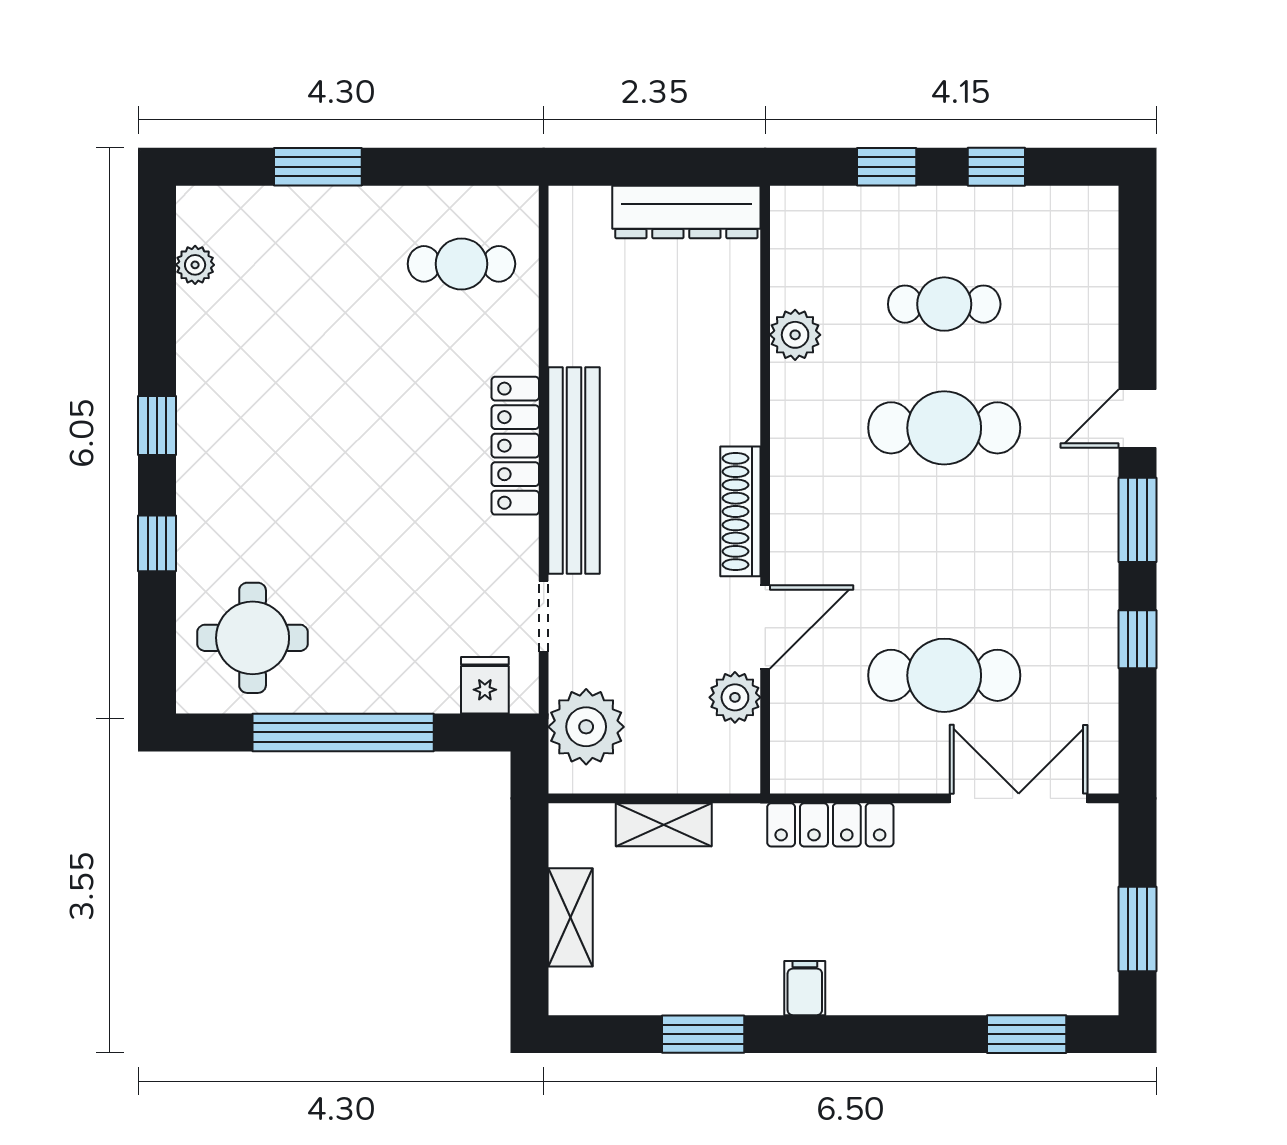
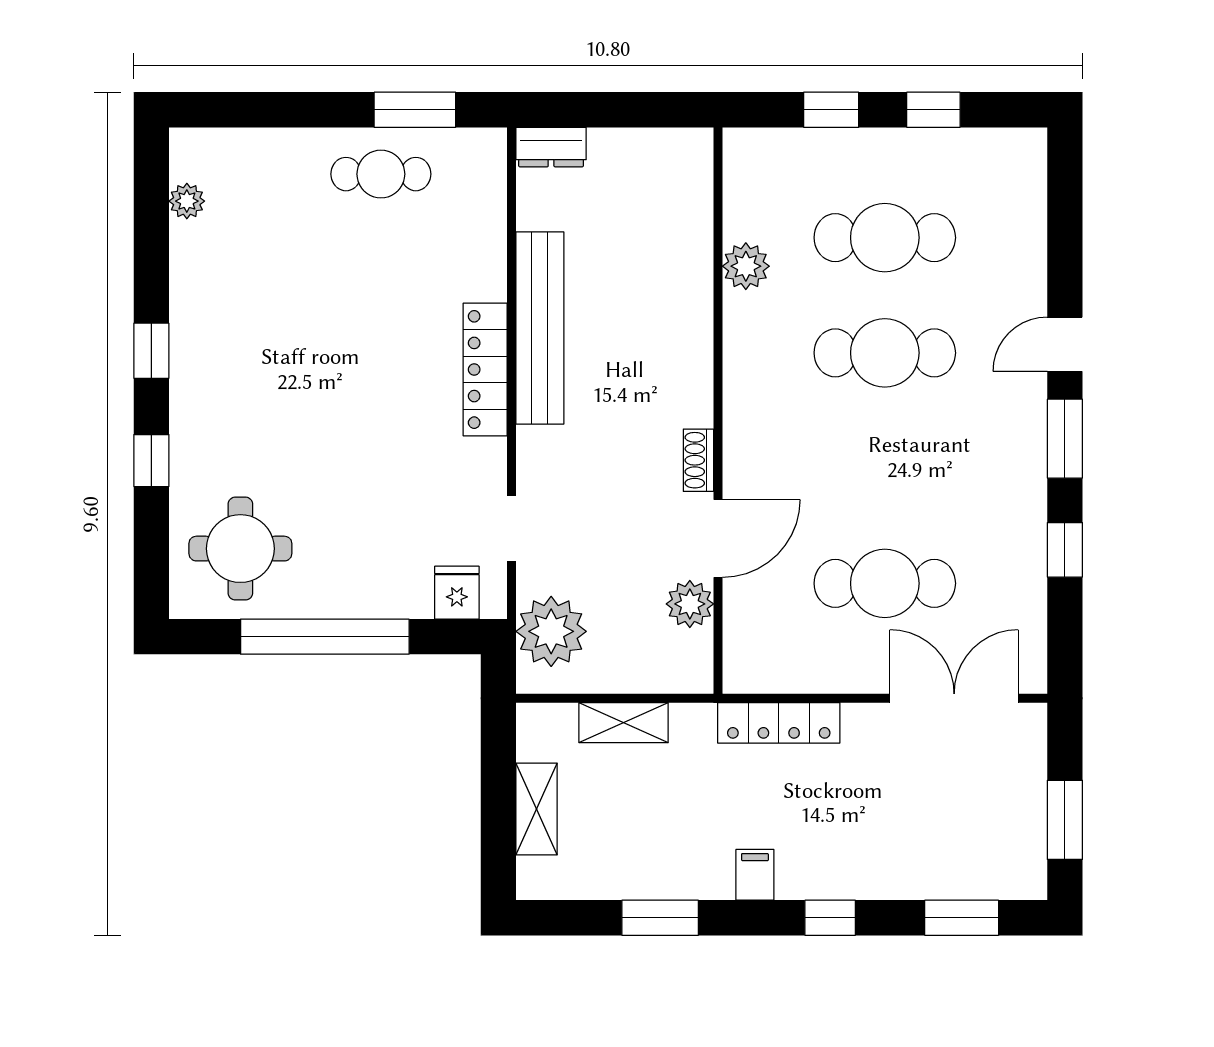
window: (318, 167) -> (415, 110), moved
dresser: (686, 212) -> (551, 147), moved, width x0.51, depth x0.80
cafe table: (461, 264) -> (381, 174), moved
cafe table: (944, 304) -> (885, 238), width x1.37, depth x1.35
bench: (574, 471) -> (540, 328), moved
shoe rack: (740, 511) -> (698, 460), width x0.51, depth x0.81
window: (886, 1034) -> (830, 918), added

